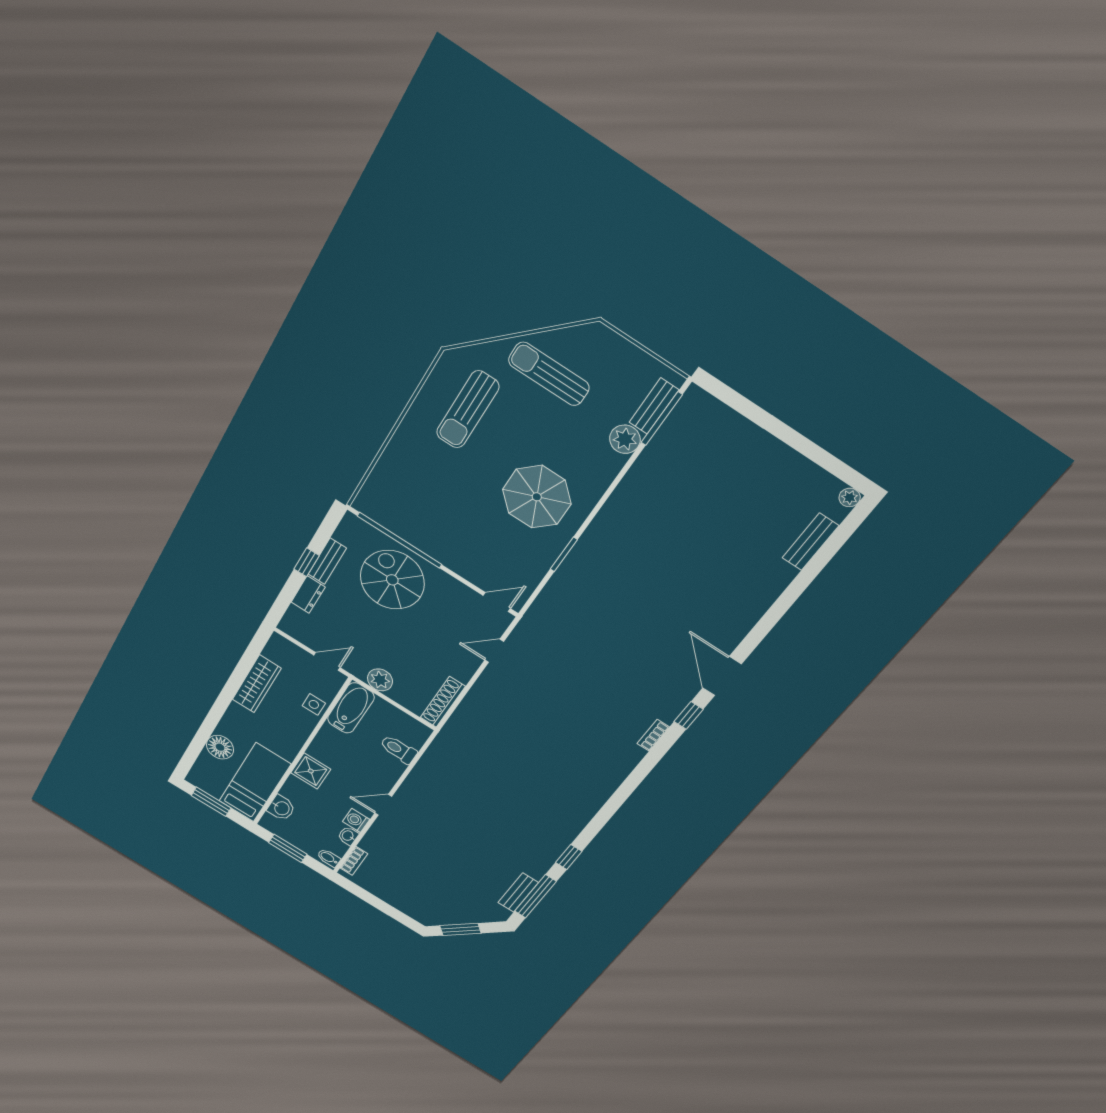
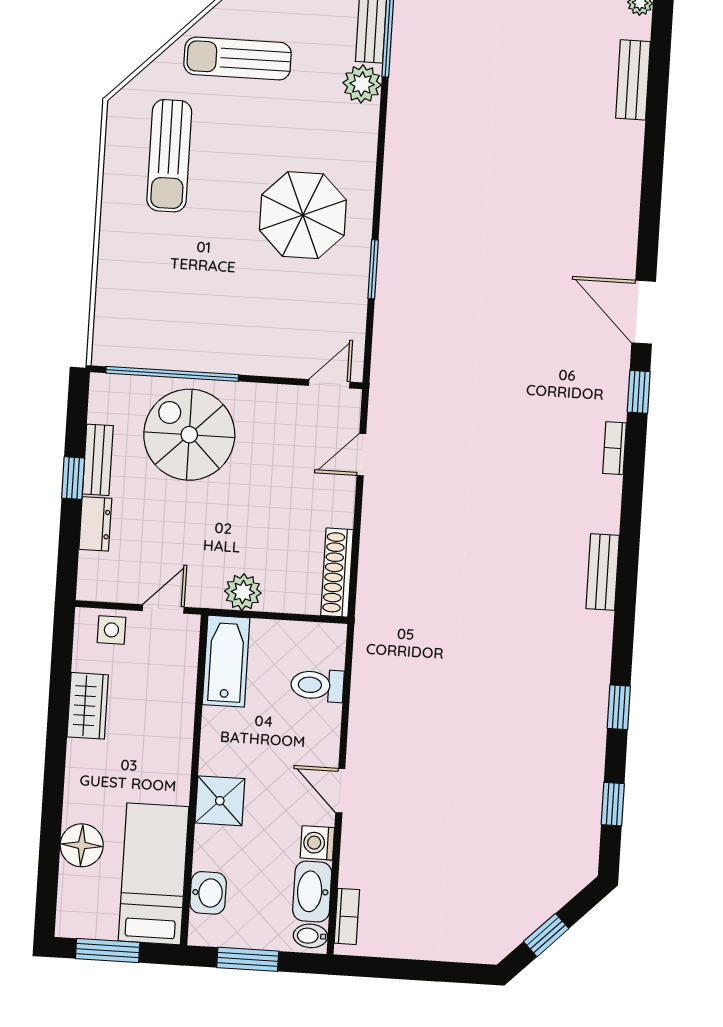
wardrobe: (257, 684) -> (88, 706), width x0.67
side table: (314, 704) -> (111, 630), moved
door: (383, 805) -> (340, 791), hinge flipped
washbasin: (348, 836) -> (312, 891), width x1.91, depth x1.45
bench: (518, 893) -> (603, 572), moved
window: (535, 896) -> (613, 804), width x0.46
window: (460, 929) -> (546, 935), width x0.67

